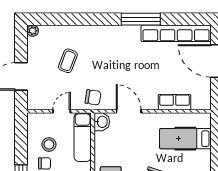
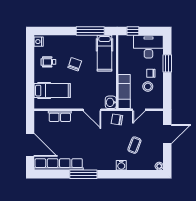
water cooler: (87, 32) -> (121, 165), added

